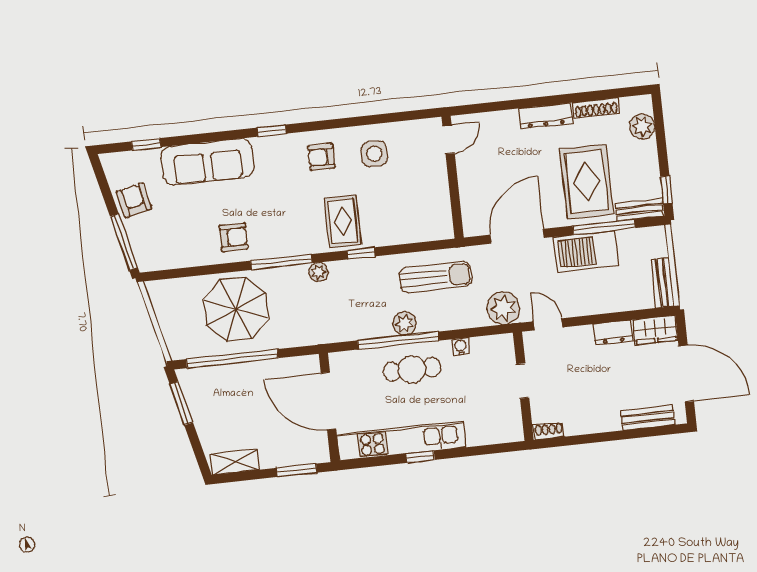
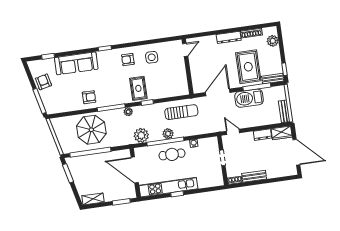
plant: (503, 308) -> (141, 135), moved
bench: (648, 417) -> (254, 176), moved

